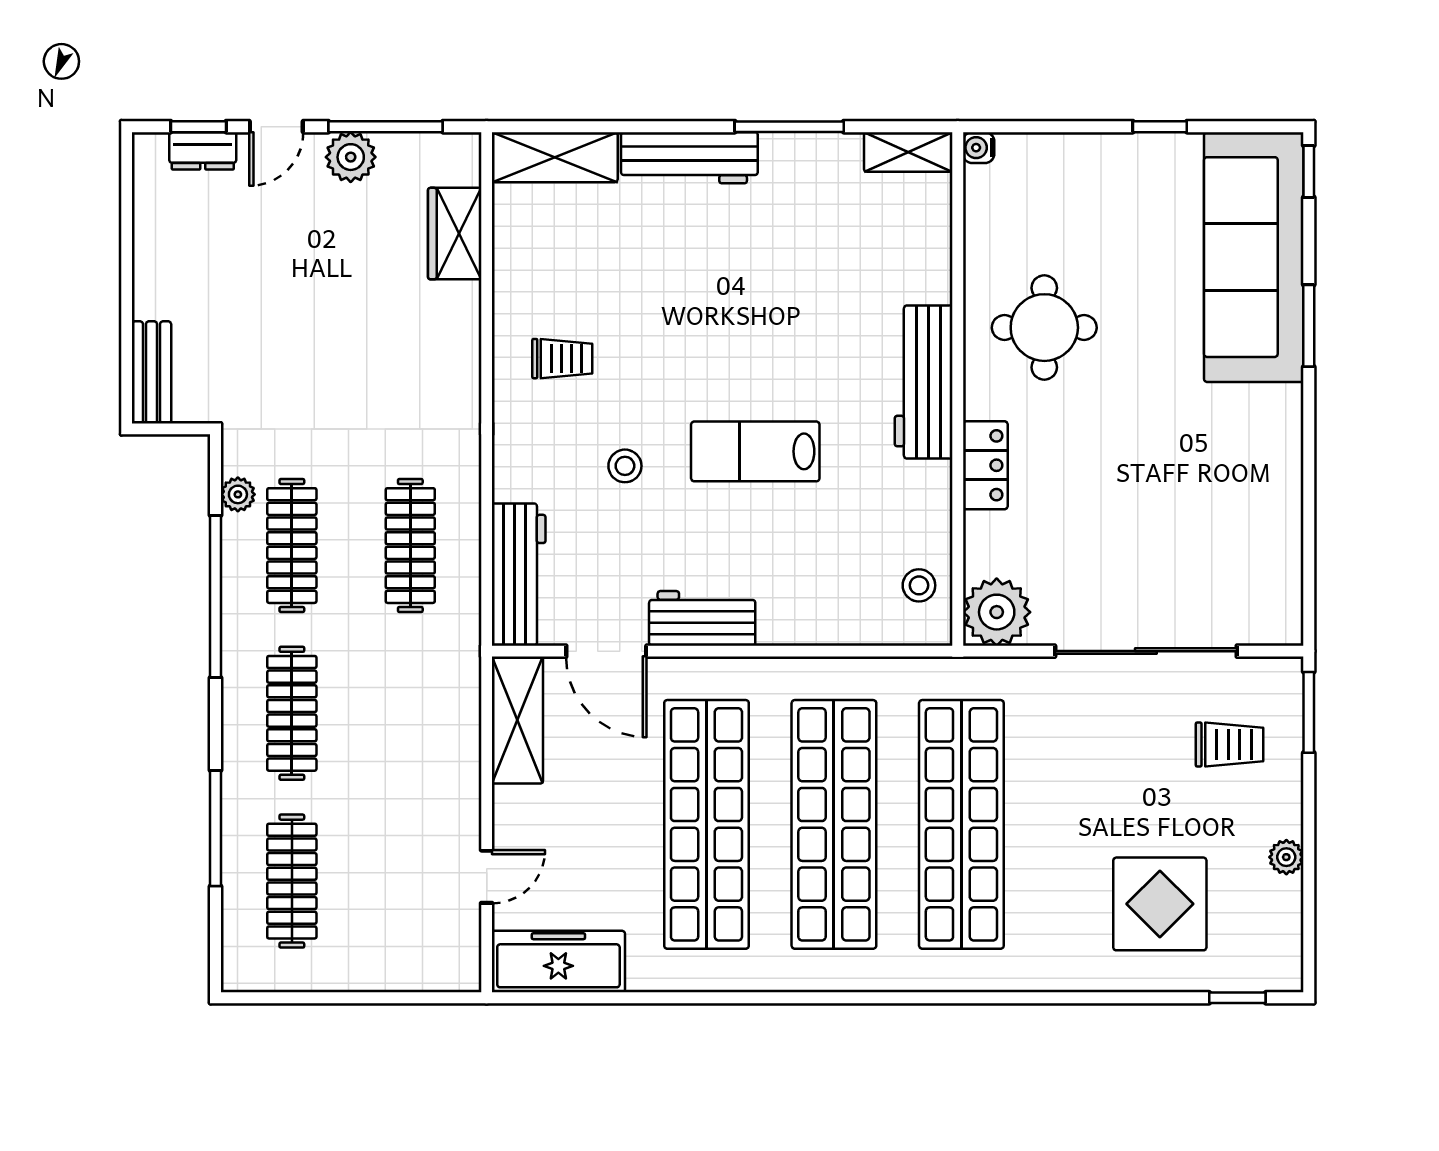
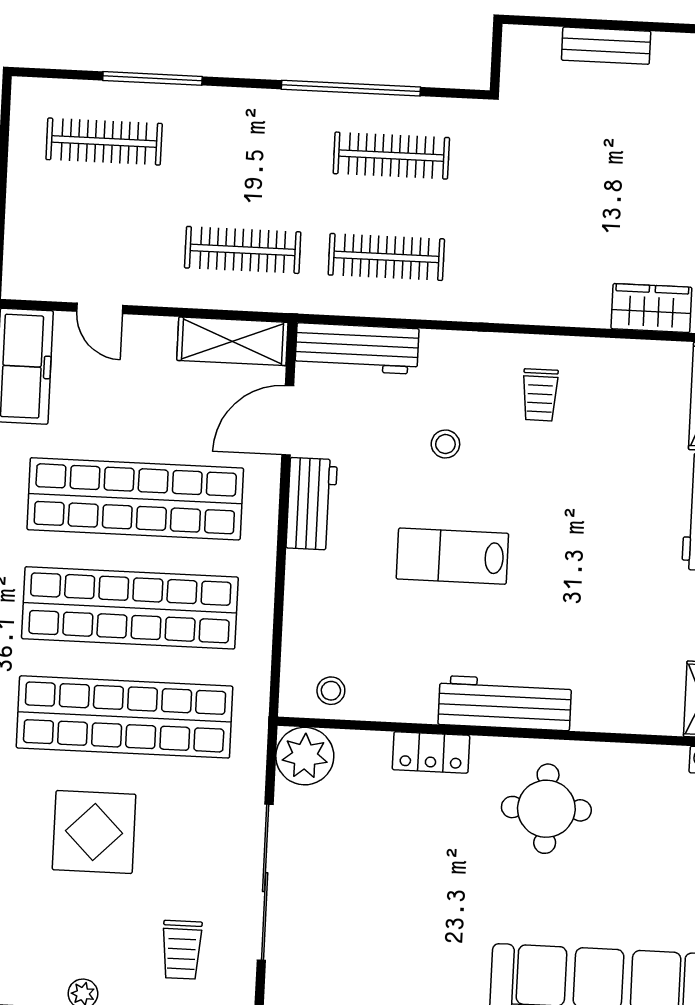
bench: (152, 372) -> (606, 46), moved
lab bench: (755, 451) -> (452, 556), turned -90
plant: (238, 494) -> (437, 112), removed
clothes rail: (292, 713) -> (243, 250), moved
display table: (1160, 904) -> (94, 832), moved

